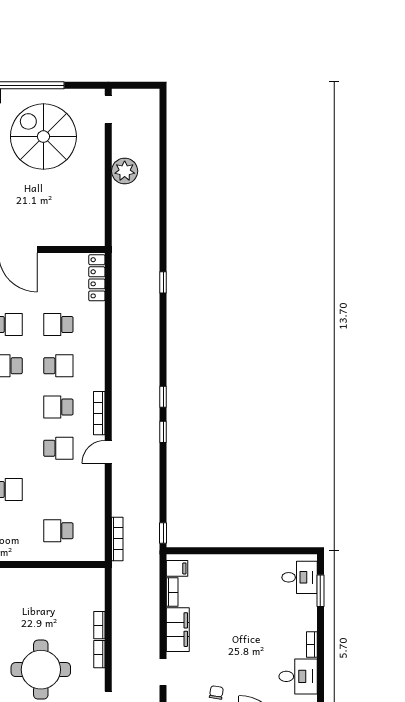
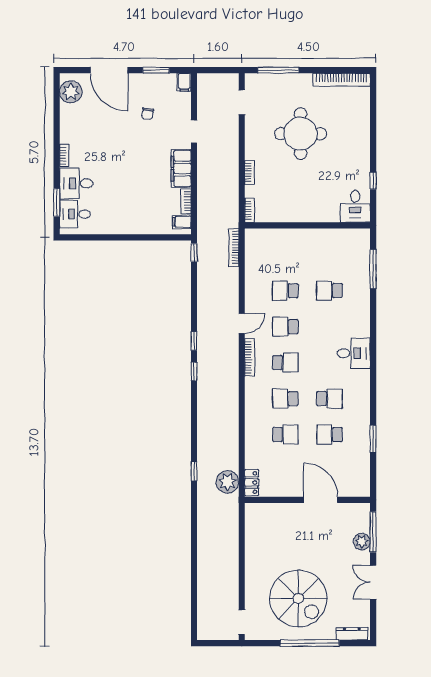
plant: (125, 171) -> (227, 482), moved
locker: (97, 278) -> (252, 483), width x0.66
school desk: (58, 531) -> (285, 291), moved, turned 180
bookcase: (99, 654) -> (250, 210), moved
desk: (298, 676) -> (76, 183), moved

